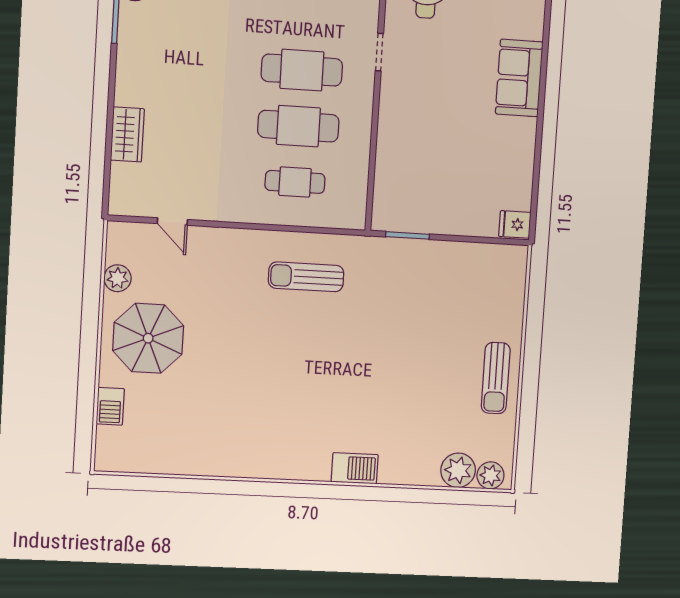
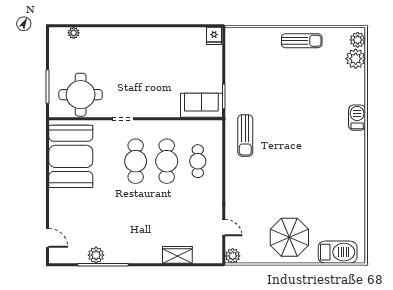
sofa: (519, 78) -> (201, 105), moved, turned 180
door: (172, 222) -> (224, 228), hinge flipped
sun lounger: (306, 277) -> (245, 135), moved
plant: (118, 278) -> (233, 256), moved
barbecue: (110, 406) -> (338, 252), width x1.88, depth x1.53

